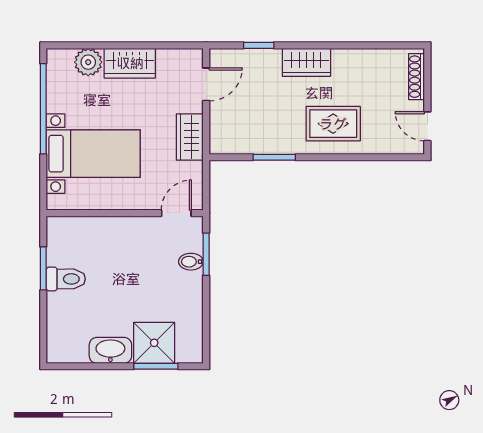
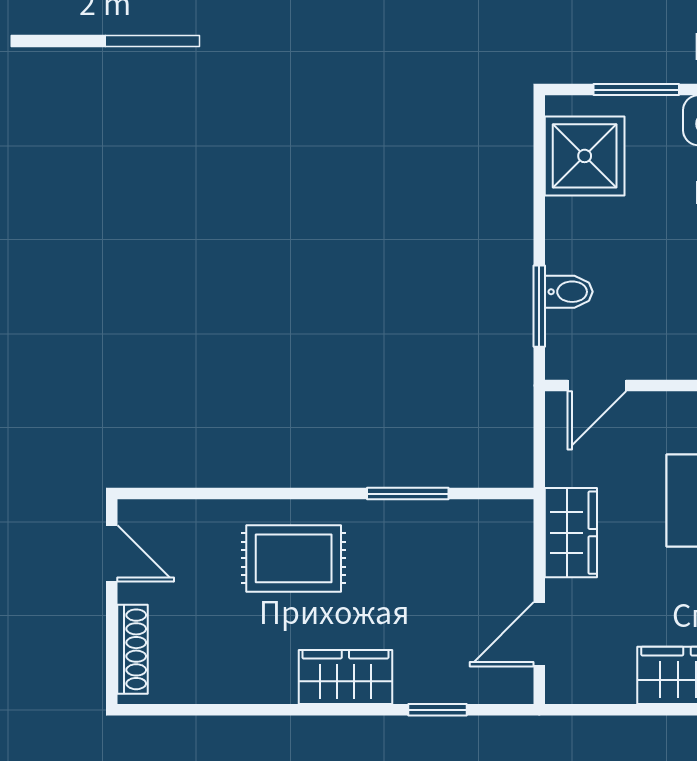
shower: (154, 343) -> (585, 156), moved

